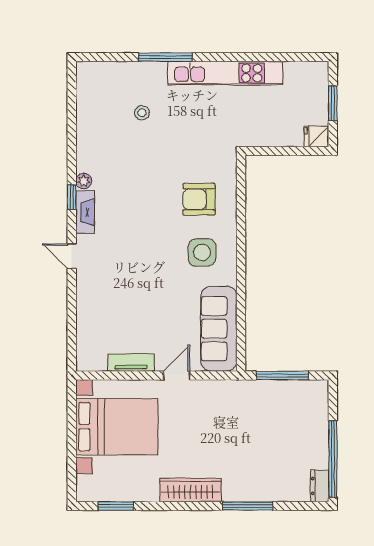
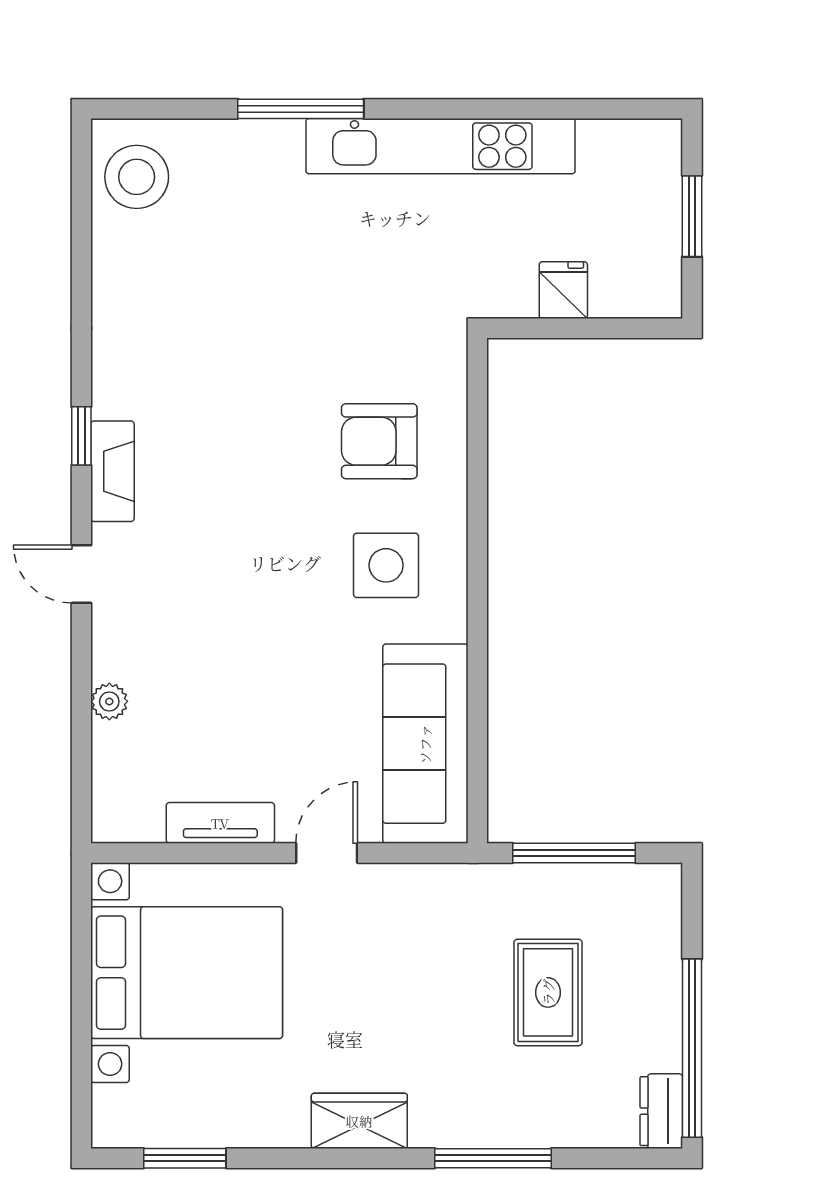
stool: (142, 113) -> (137, 177), moved, width x1.89, depth x1.89
fridge: (317, 136) -> (563, 290), moved, turned 90
plant: (84, 181) -> (109, 701), moved
rug: (271, 435) -> (548, 992), added
wardrobe: (191, 490) -> (359, 1121), width x0.67

